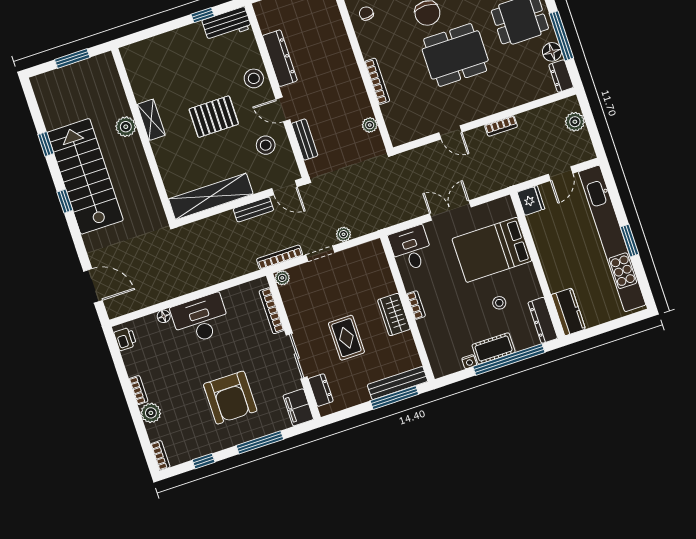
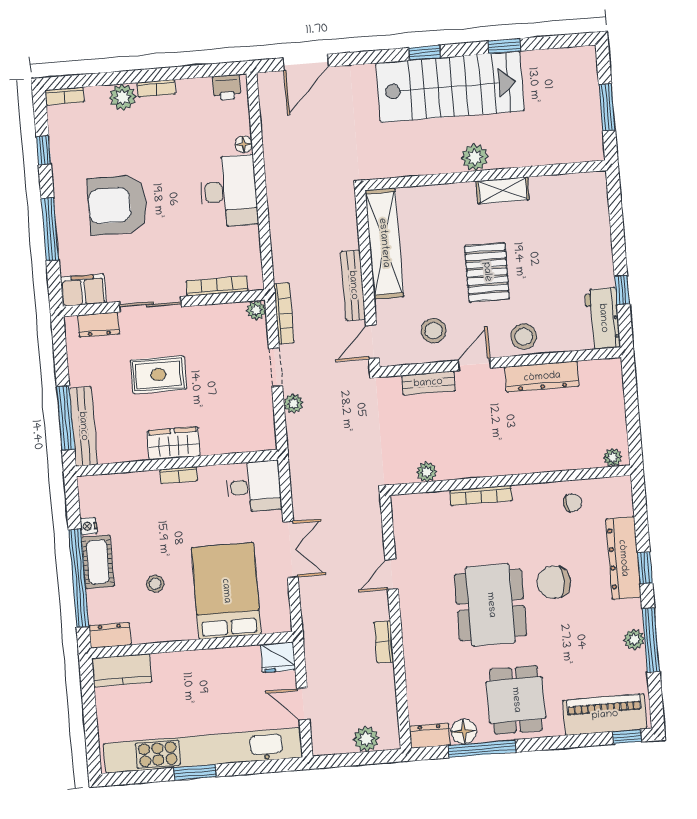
plant: (126, 127) -> (475, 157), moved
bench: (253, 210) -> (353, 285), width x1.36
dresser: (543, 320) -> (110, 635), width x0.70

